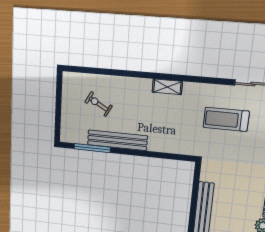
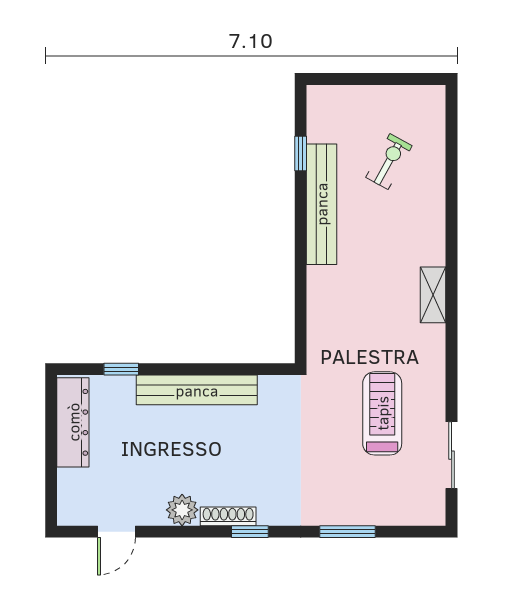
window: (92, 148) -> (301, 153), width x0.46

